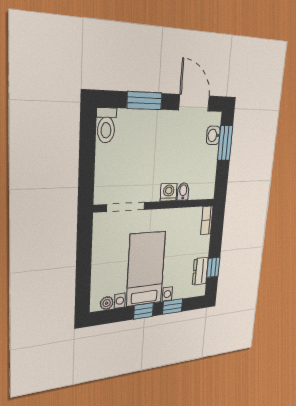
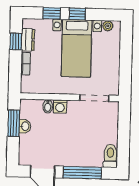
window: (145, 101) -> (82, 173), width x1.44
washbasin: (213, 135) -> (25, 126), moved
window: (225, 143) -> (14, 123), moved
bookcase: (207, 220) -> (25, 64), moved

